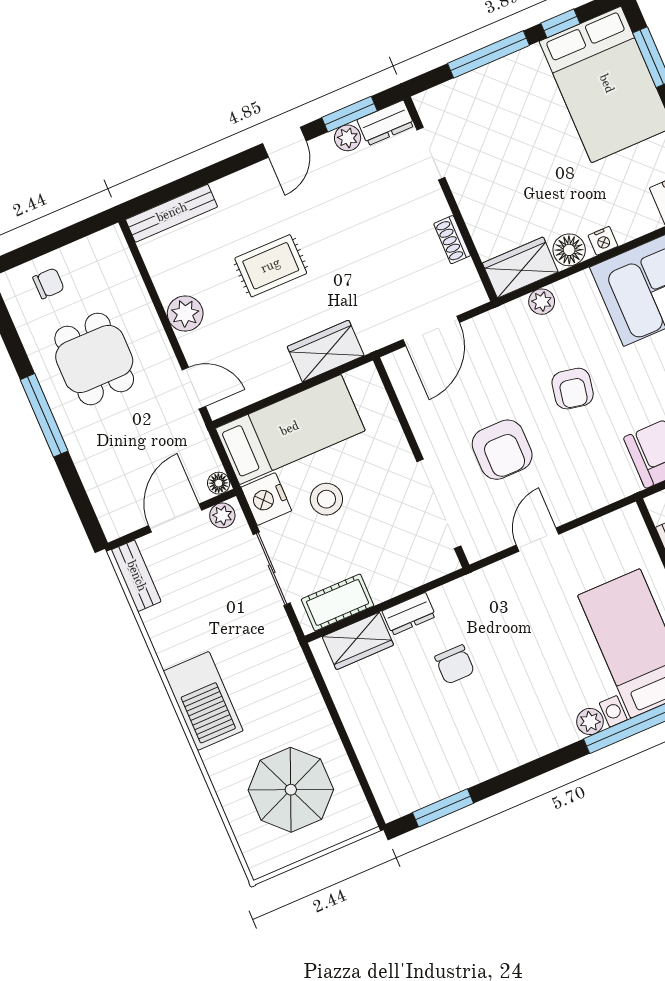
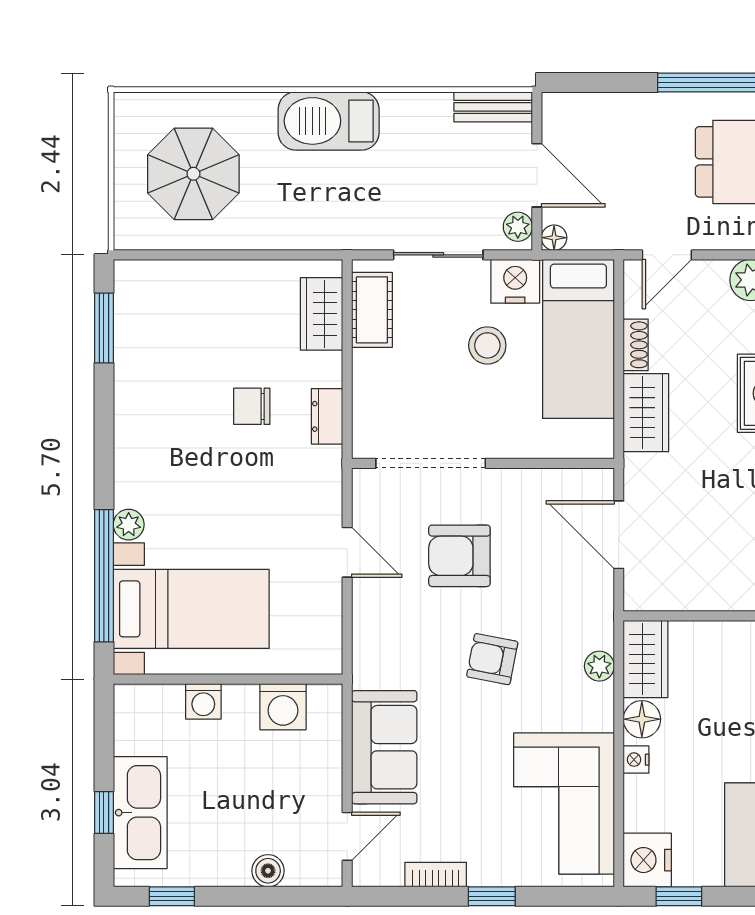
shoe rack: (452, 240) -> (636, 345), moved, turned 90
dresser: (409, 614) -> (327, 416), moved

